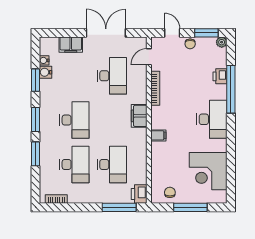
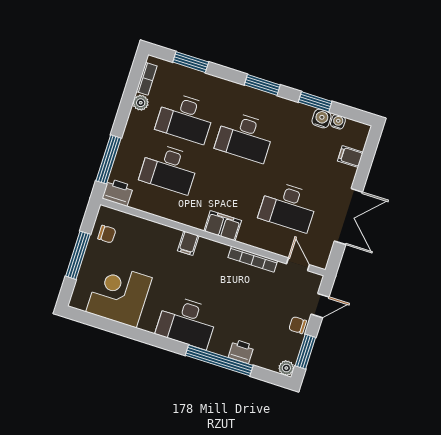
filing cabinet: (71, 45) -> (350, 157), width x0.50
window: (35, 154) -> (191, 62), moved
plant: (74, 198) -> (141, 103), added

